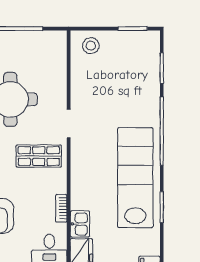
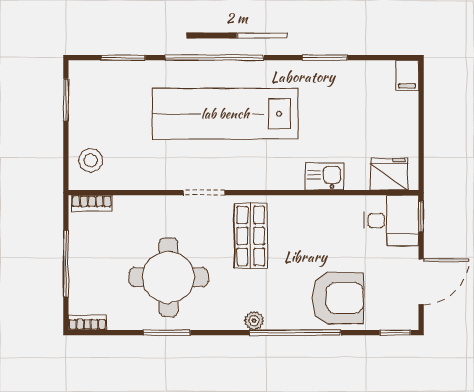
lab bench: (135, 178) -> (225, 114), moved
bookcase: (61, 208) -> (92, 203), moved
kitchen sink: (80, 224) -> (324, 176), moved

